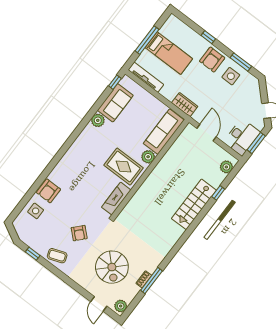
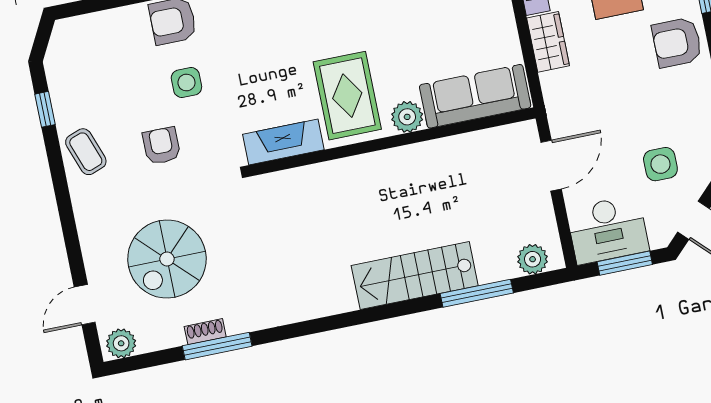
side table: (231, 76) -> (660, 164), moved
wardrobe: (185, 105) -> (548, 42), moved
window: (218, 193) -> (477, 293), width x2.17
side table: (36, 211) -> (186, 83), moved
armchair: (79, 233) -> (162, 146), turned 137

